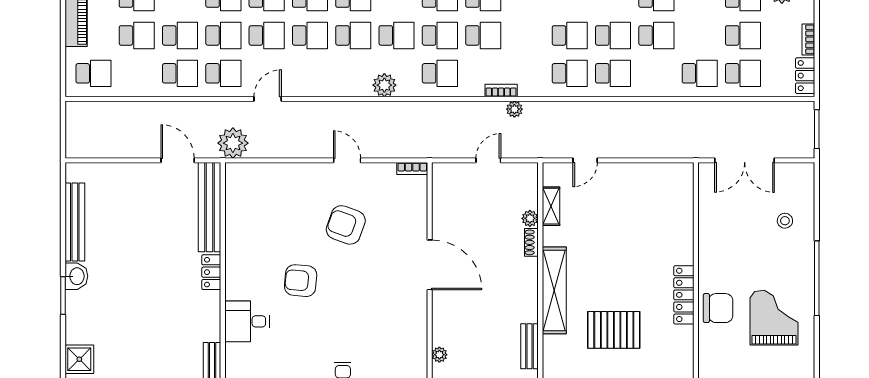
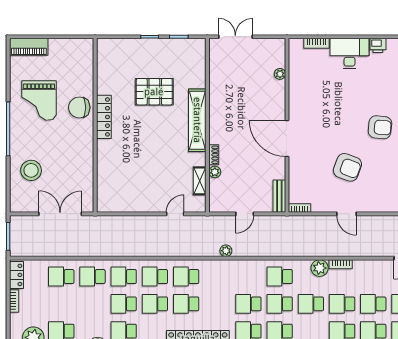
school desk: (743, 35) -> (124, 277), moved
bookcase: (501, 91) -> (341, 264), moved
stool: (785, 221) -> (31, 170), width x1.89, depth x1.89
bench: (530, 346) -> (279, 196), moved

